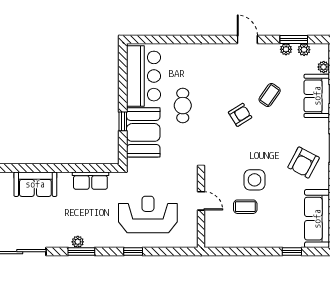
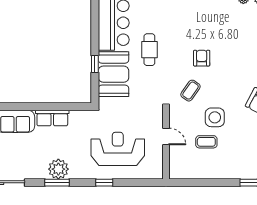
coffee table: (270, 95) -> (190, 91), moved
armchair: (240, 115) -> (202, 58), turned -58
row of seats: (90, 181) -> (52, 118), moved
plant: (78, 242) -> (58, 169), width x1.87, depth x1.87

